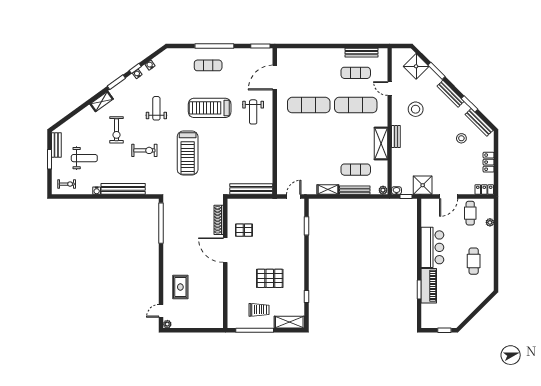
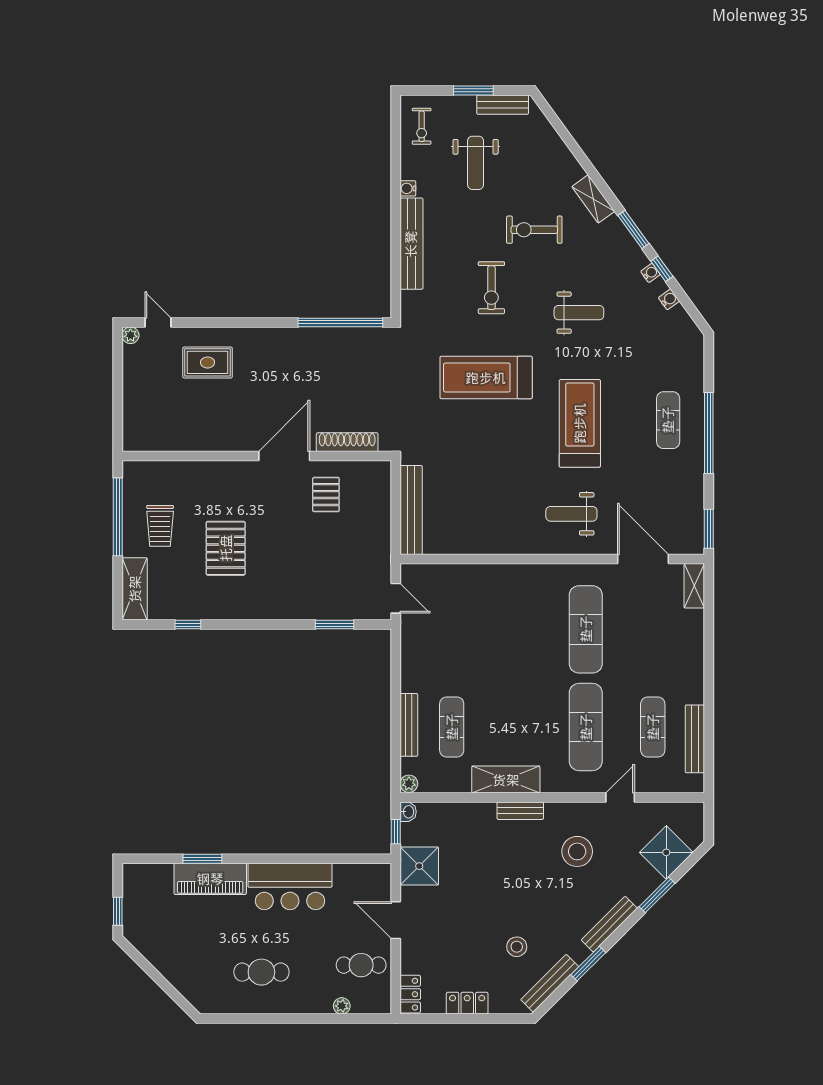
shelving: (328, 190) -> (694, 586), moved

